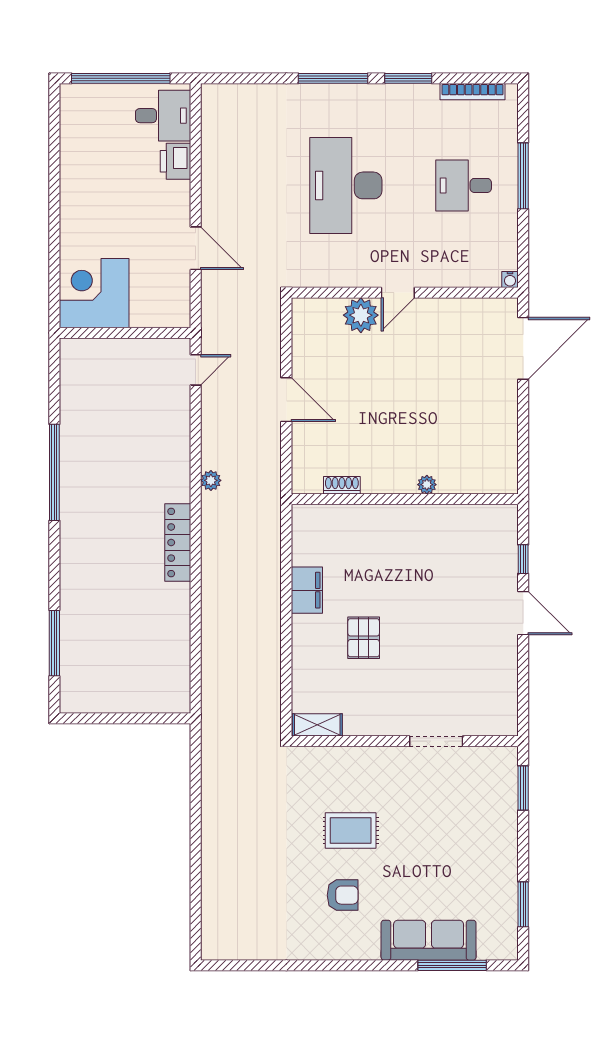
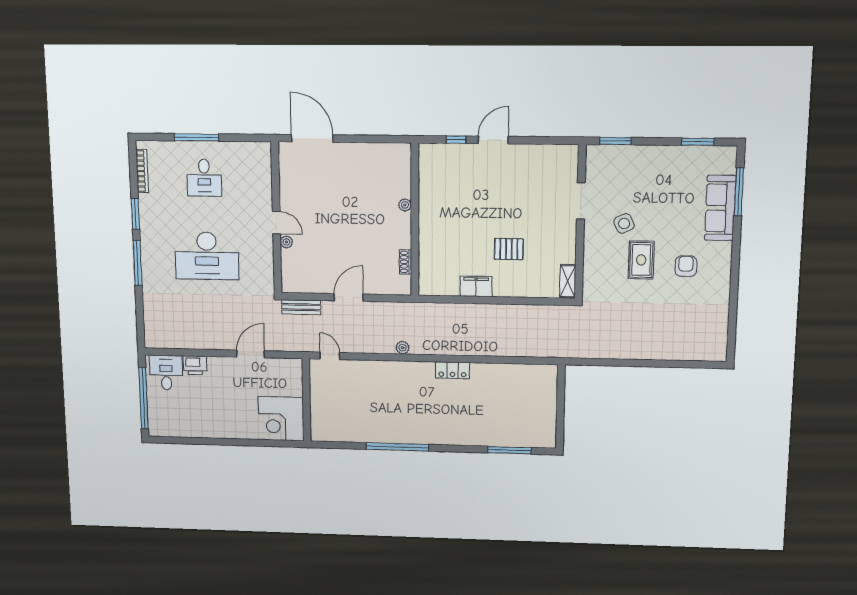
water cooler: (510, 279) -> (266, 147), removed
plant: (361, 315) -> (286, 242), width x0.53, depth x0.53
bench: (270, 327) -> (301, 307), added
locker: (178, 543) -> (453, 370), width x0.66
side table: (404, 804) -> (624, 223), added

